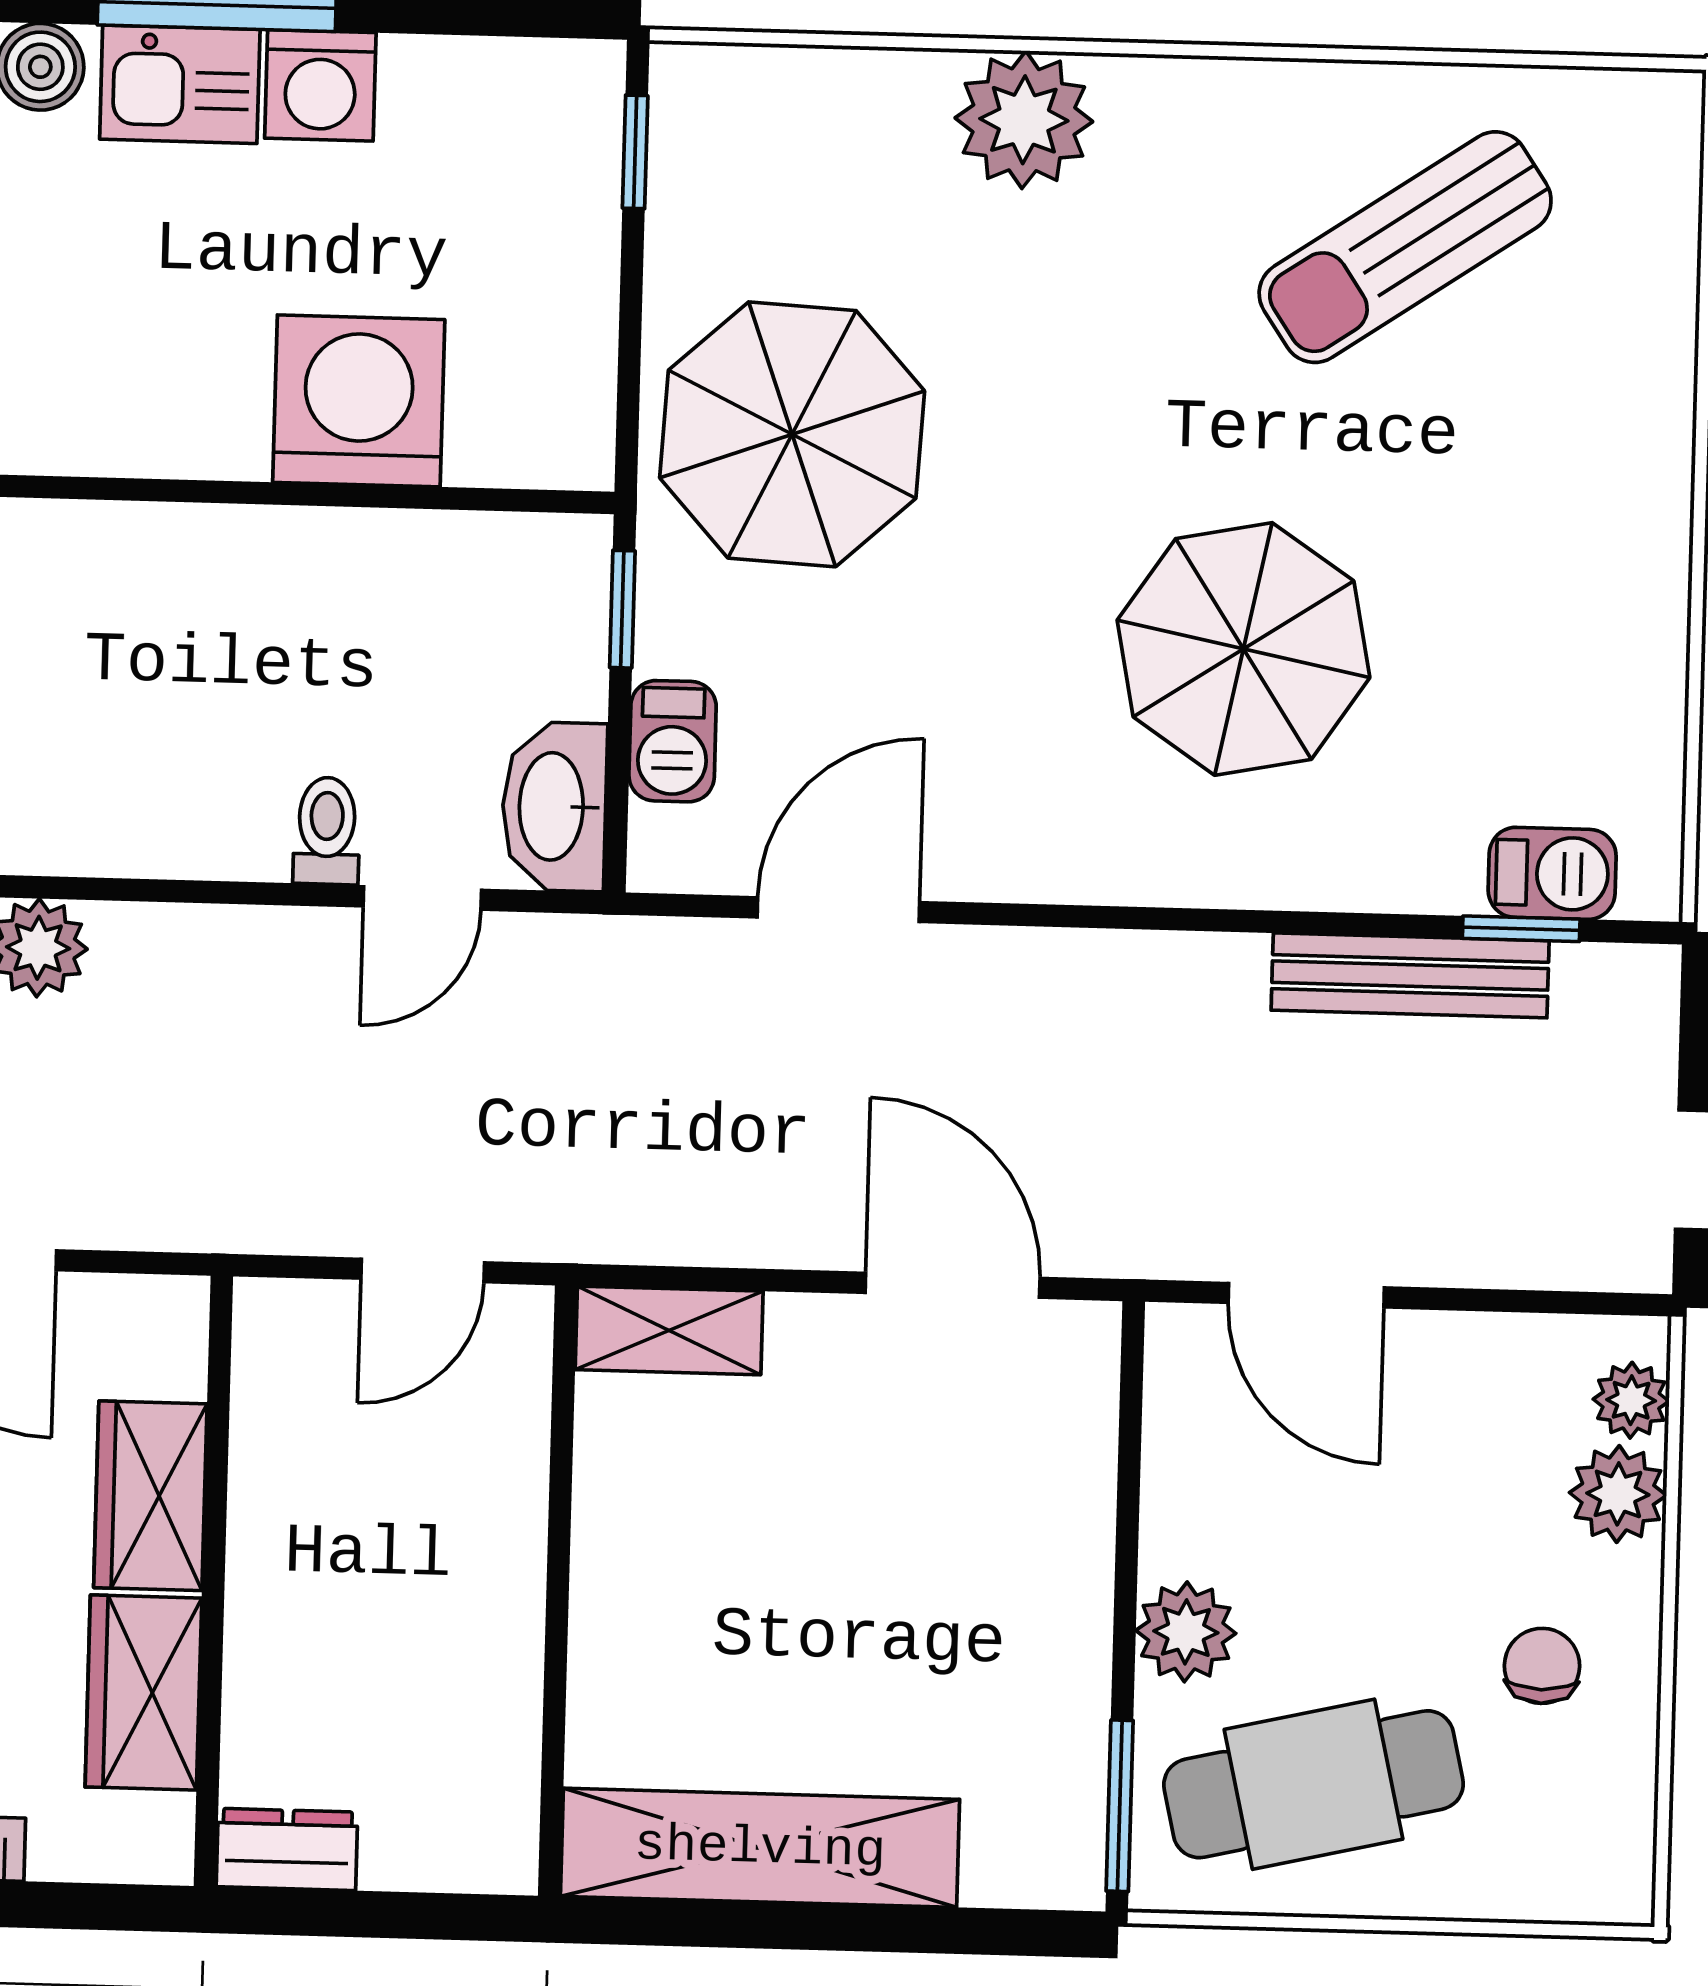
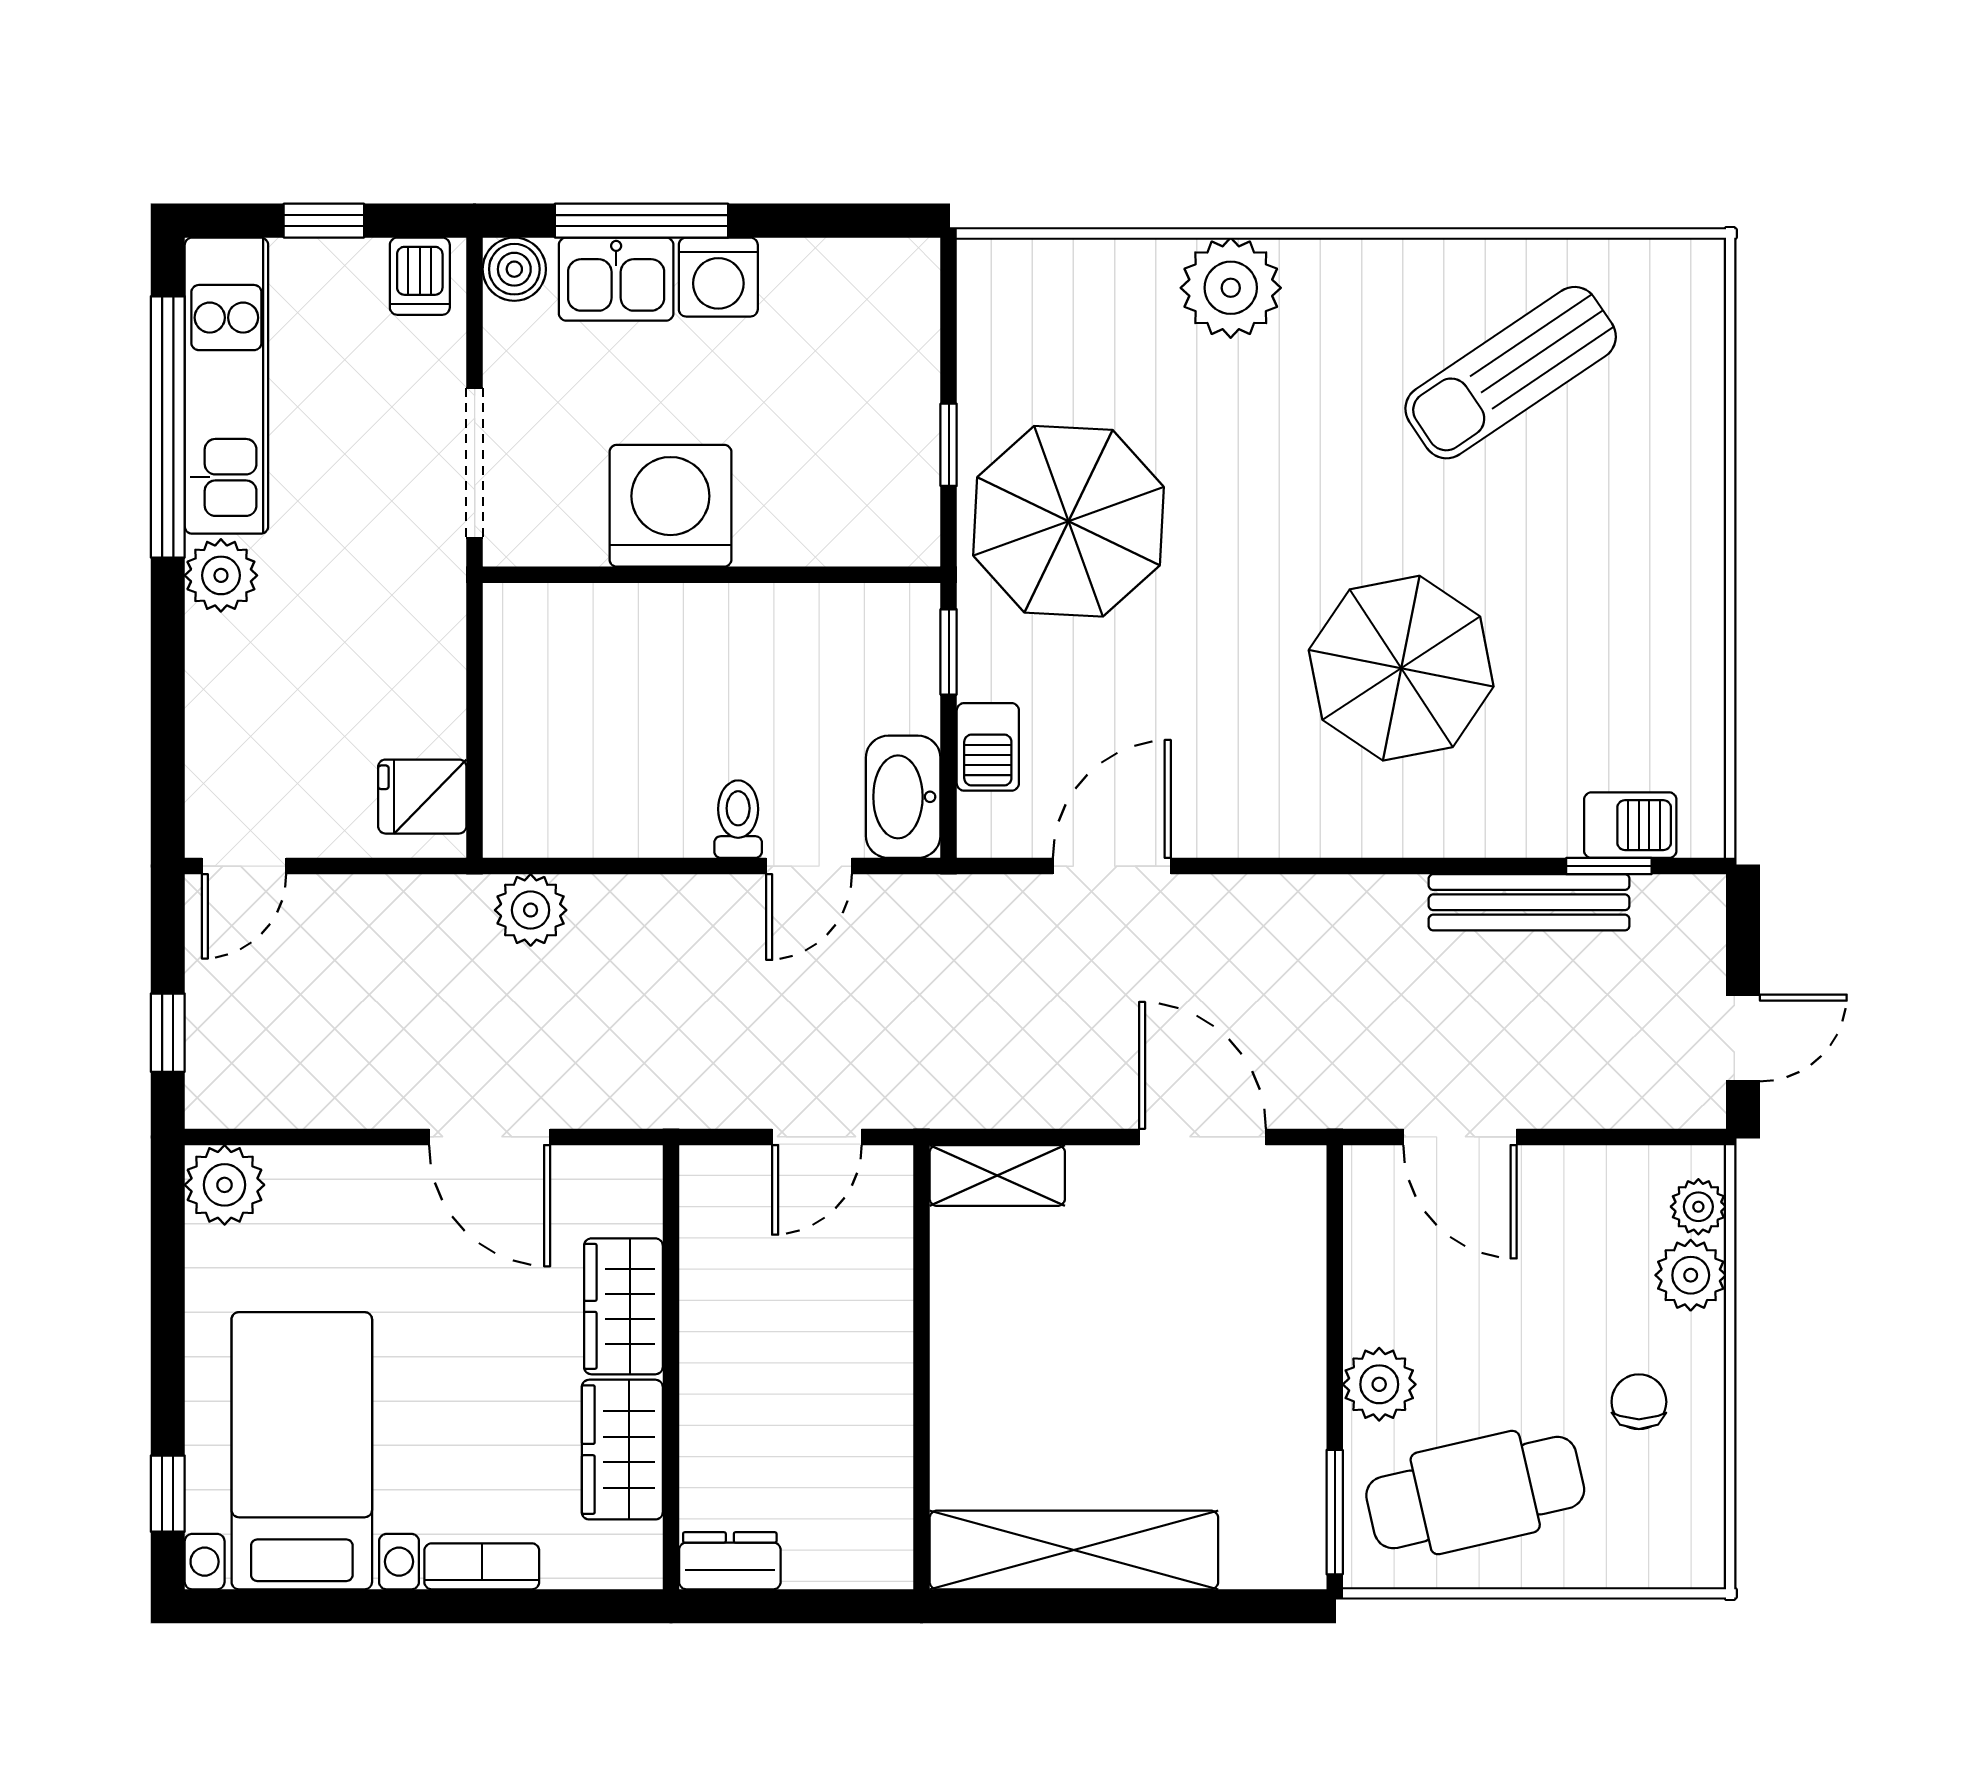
window: (635, 152) -> (949, 445), moved
washing machine: (359, 401) -> (670, 506), moved

